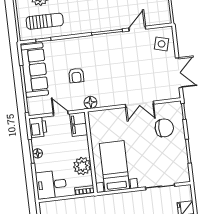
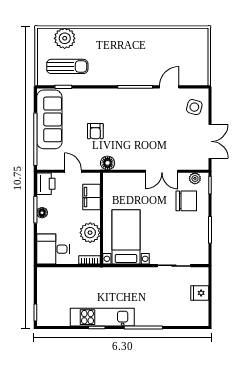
plant: (170, 107) -> (195, 178), added
filing cabinet: (79, 124) -> (92, 197), moved

